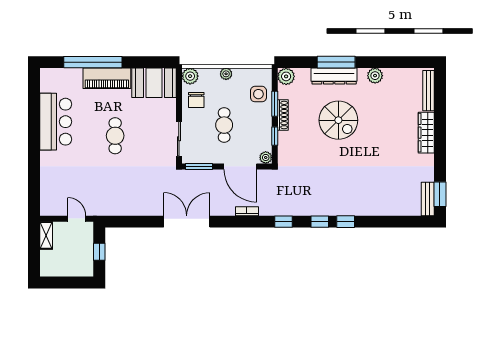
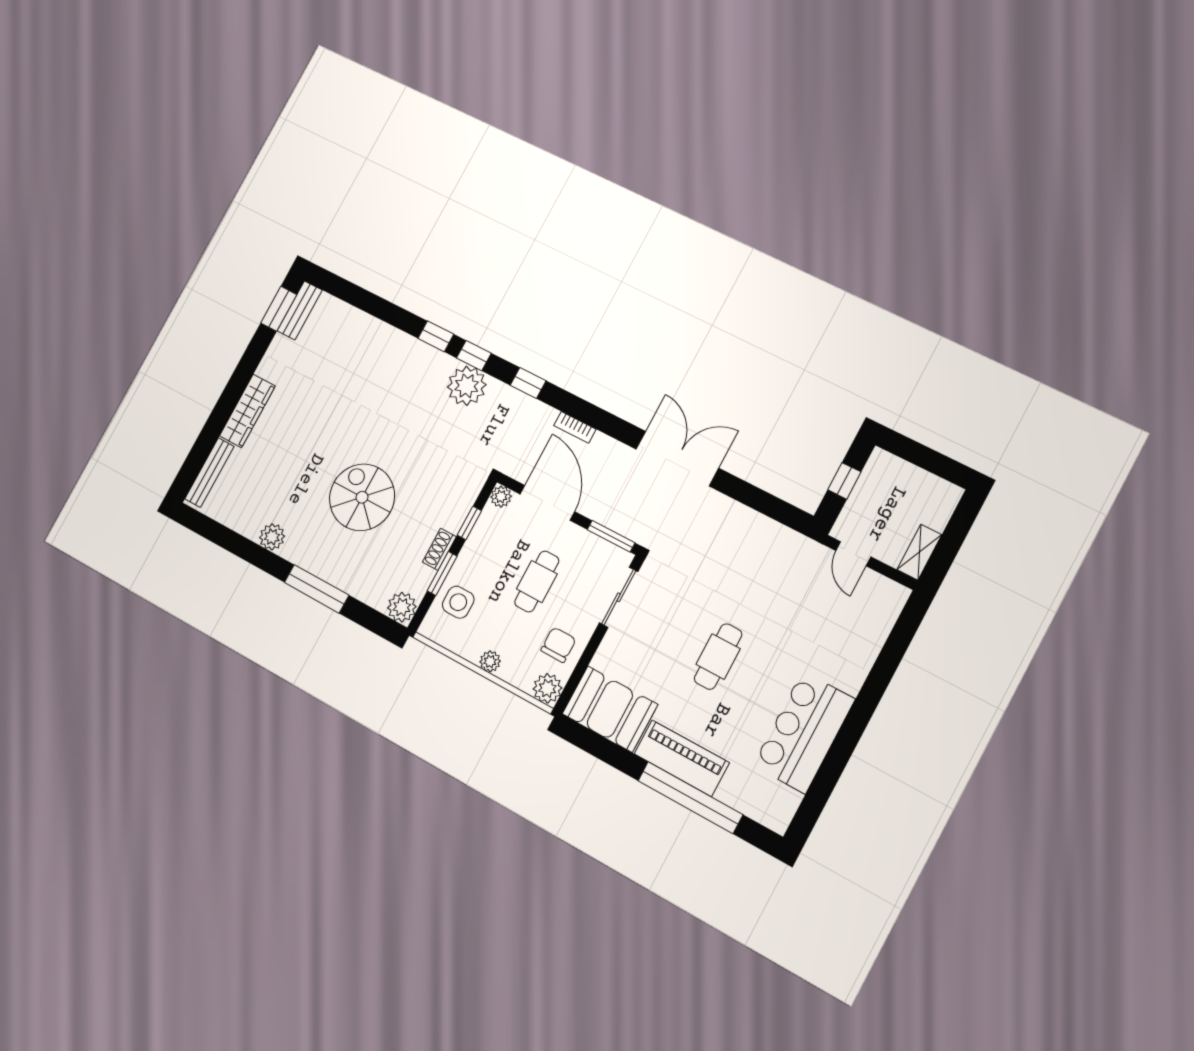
dresser: (334, 76) -> (331, 569), removed
shoe rack: (283, 115) -> (439, 549), width x0.70
plant: (315, 204) -> (467, 386), added
double door: (187, 222) -> (677, 459), swing flipped

